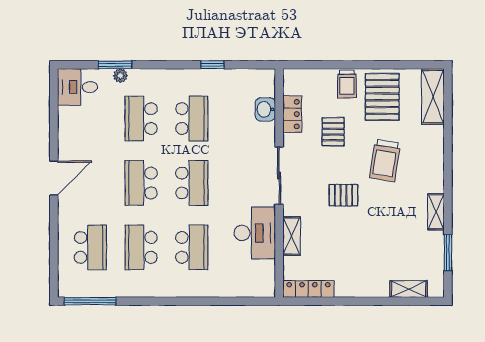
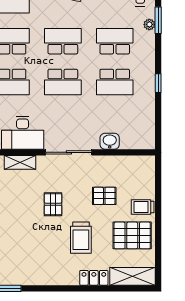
window: (212, 65) -> (158, 83), moved
washbasin: (265, 109) -> (110, 141), moved
locker: (292, 114) -> (94, 278), moved, turned 180
trolley: (385, 161) -> (81, 238), turned -99
shelving: (436, 212) -> (40, 279), removed

